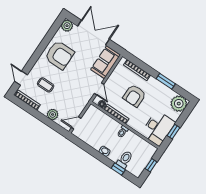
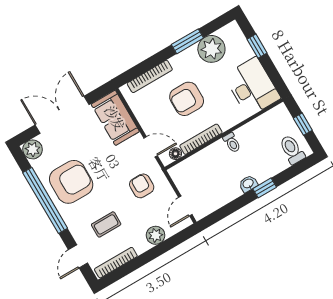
window: (43, 46) -> (45, 200), added
door: (21, 78) -> (78, 256), hinge flipped
armchair: (76, 94) -> (142, 186), added
armchair: (134, 96) -> (187, 99), turned 90
plant: (179, 104) -> (211, 49), moved
window: (173, 132) -> (257, 46), moved
toilet: (125, 159) -> (292, 150), moved
window: (118, 169) -> (265, 188), moved

